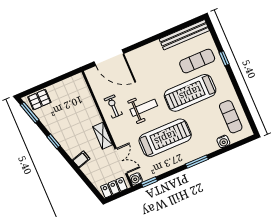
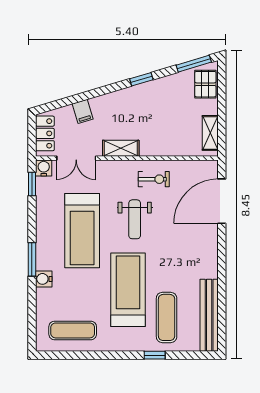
shelving: (69, 83) -> (210, 133), added
water cooler: (223, 141) -> (44, 279), moved
filing cabinet: (81, 159) -> (83, 111), moved

